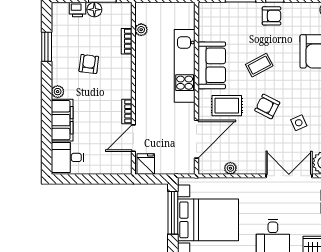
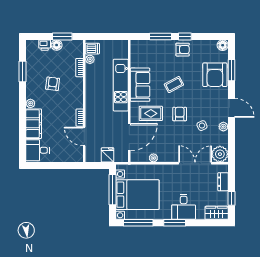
dishwasher: (145, 15) -> (92, 49), added
armchair: (267, 106) -> (180, 114), turned 63
door: (133, 138) -> (84, 137), hinge flipped
fridge: (146, 164) -> (108, 155), moved

